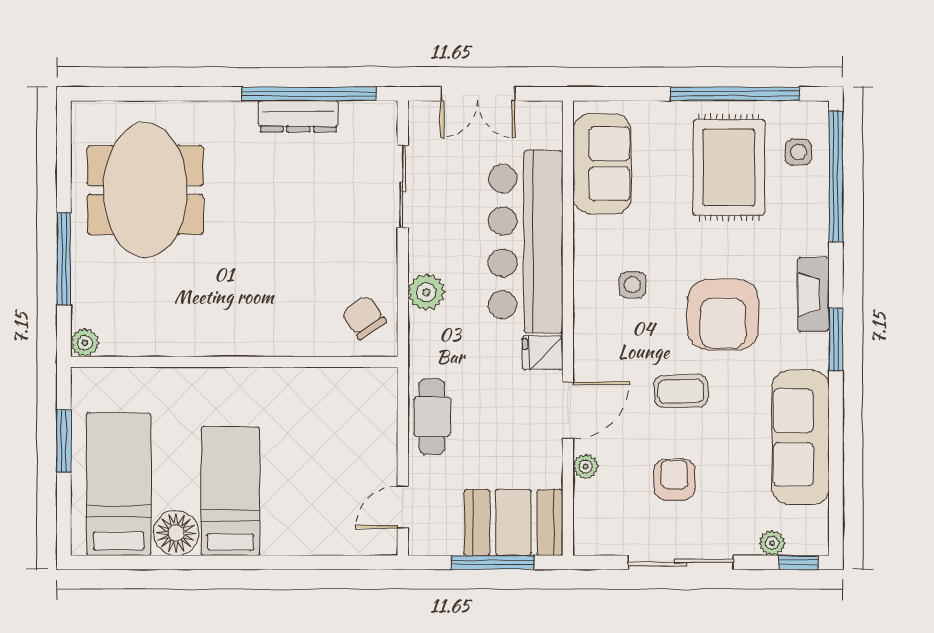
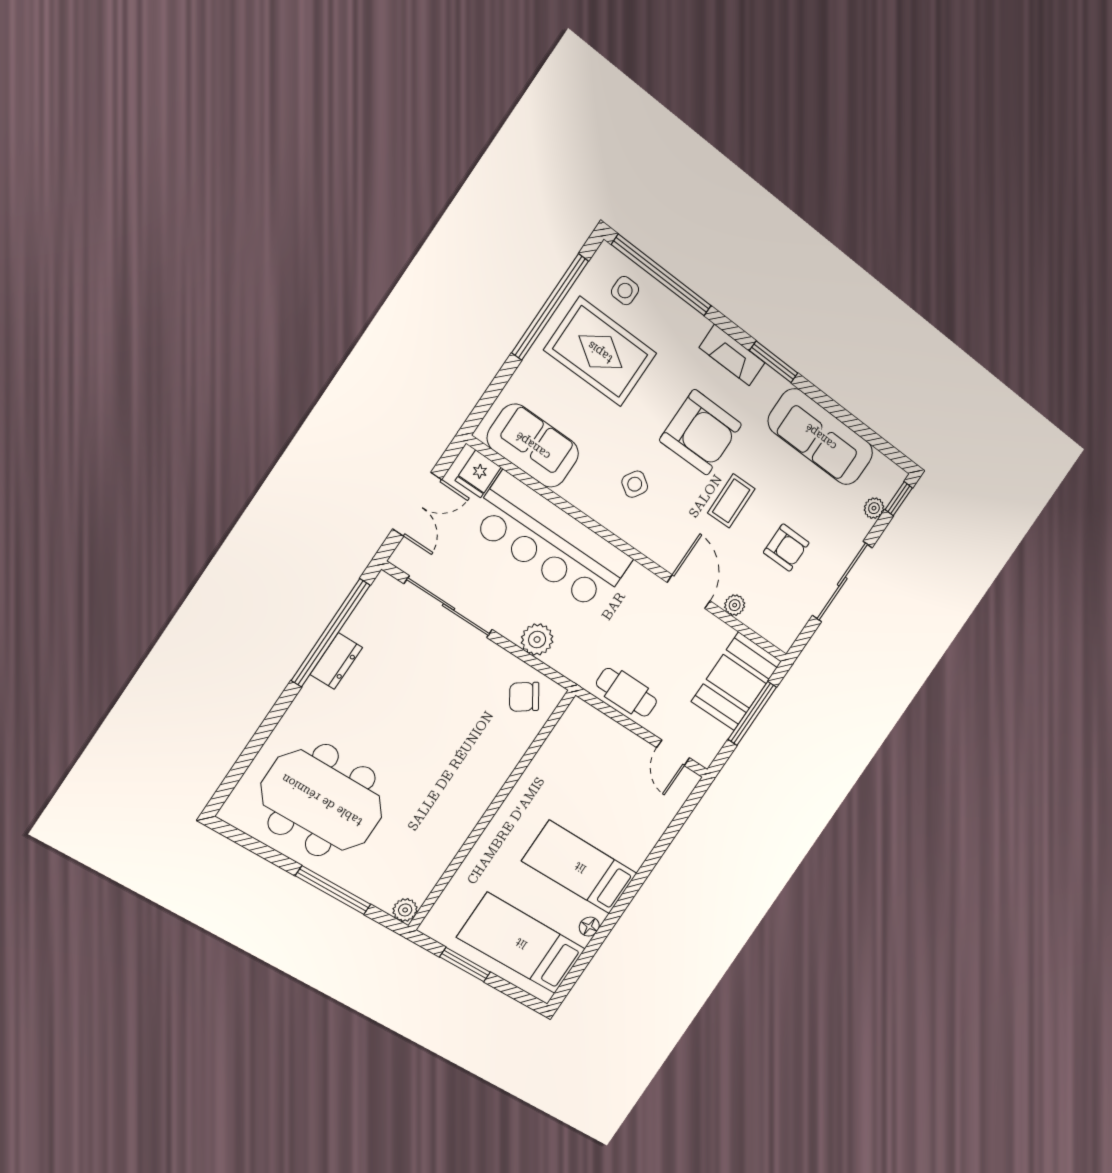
dresser: (298, 116) -> (336, 661), width x0.70
sliding door: (403, 186) -> (449, 607), width x1.37
side table: (632, 285) -> (635, 484), turned 33
fridge: (542, 353) -> (478, 474), moved
armchair: (674, 479) -> (786, 548), turned 180
floor lamp: (176, 533) -> (589, 927), width x0.53, depth x0.53

